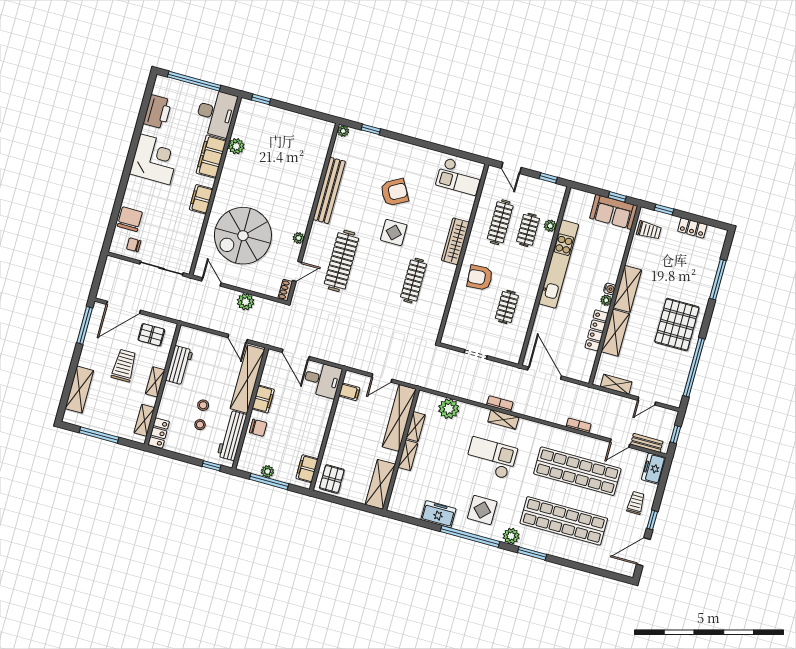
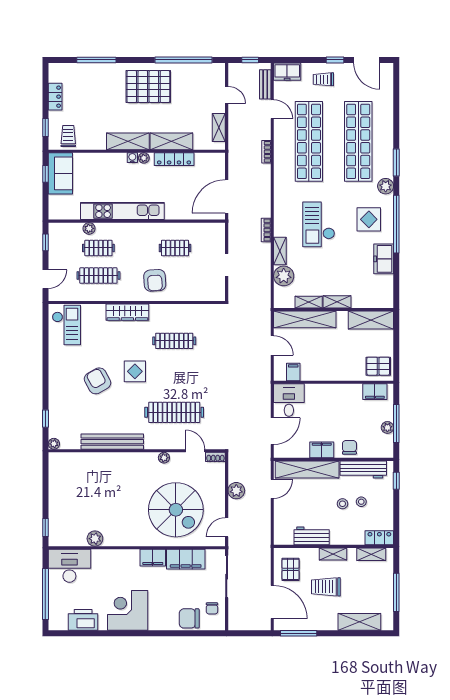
filing cabinet: (211, 157) -> (186, 559), moved
shelving: (503, 420) -> (280, 251), moved

